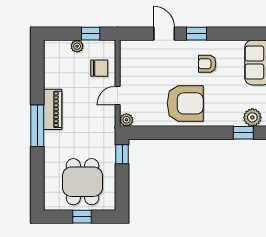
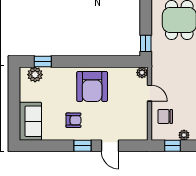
door: (118, 96) -> (149, 93), hinge flipped
armchair: (185, 103) -> (92, 86), turned -90

